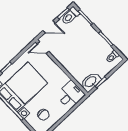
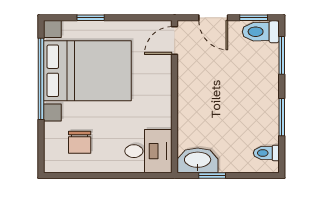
door: (43, 48) -> (175, 41), hinge flipped

